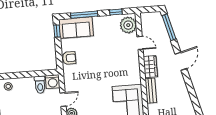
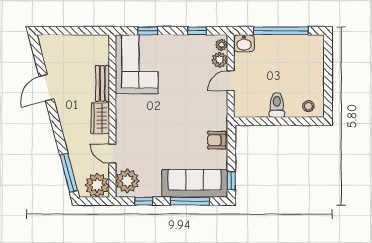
plant: (149, 20) -> (97, 185), added
sofa: (76, 28) -> (195, 183), width x1.36
door: (181, 61) -> (46, 88), moved
washing machine: (53, 82) -> (243, 108), removed
toilet: (40, 85) -> (277, 105), moved

